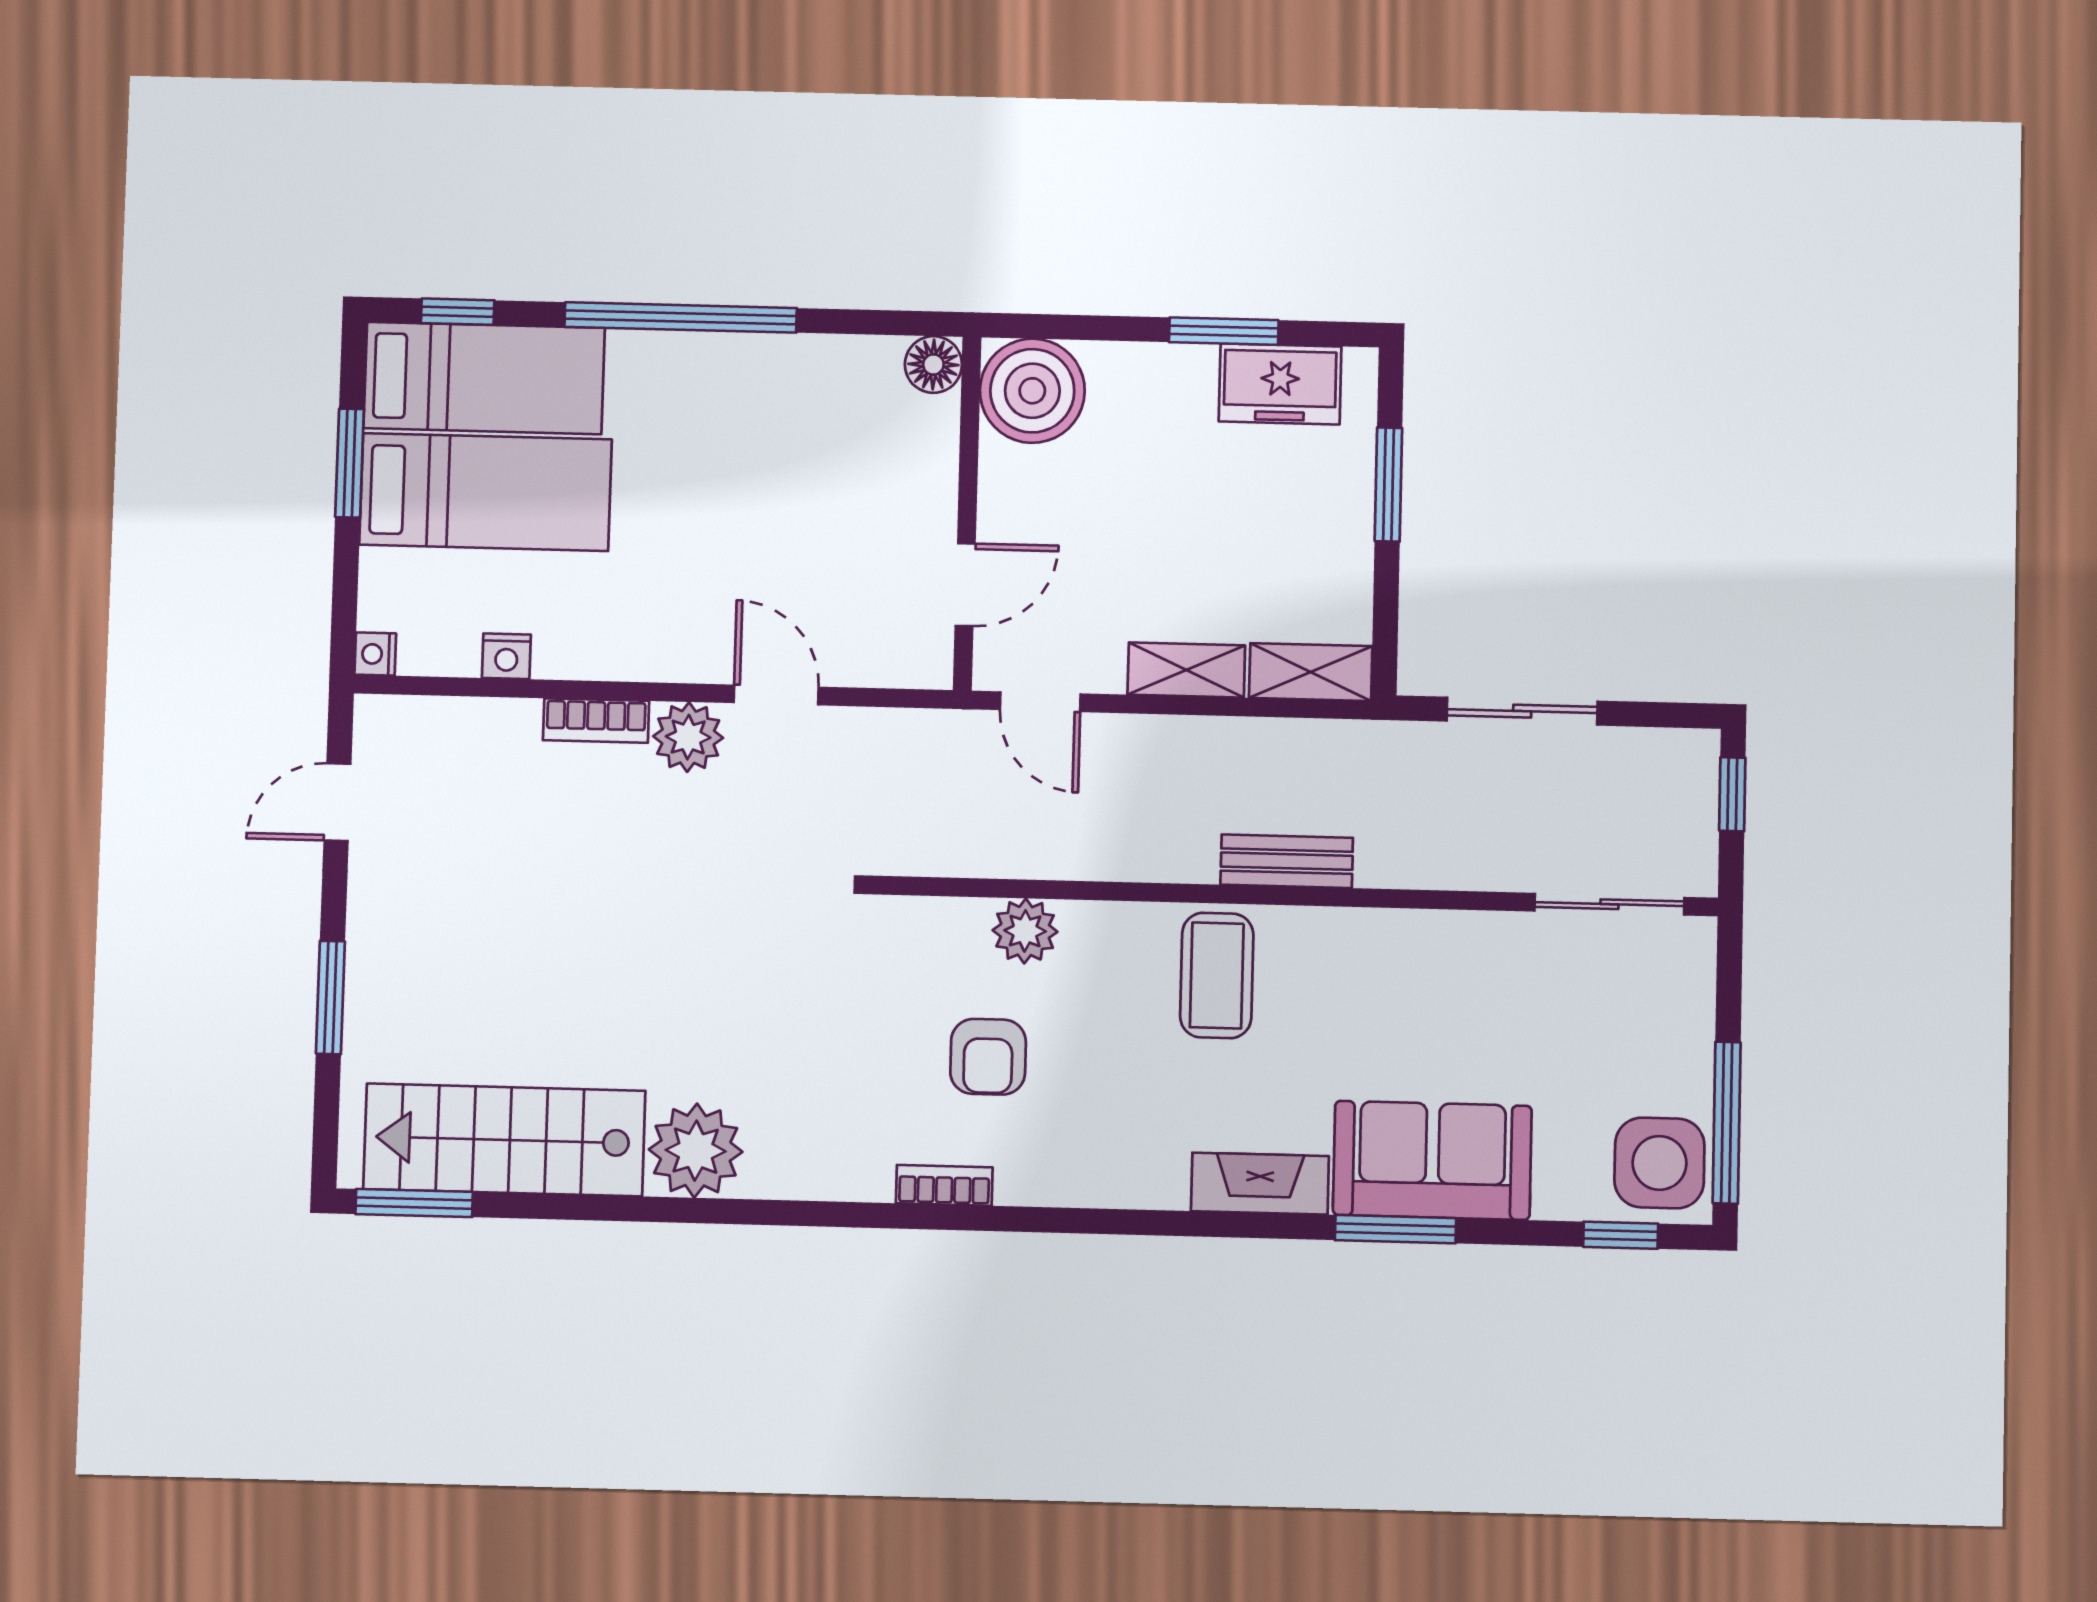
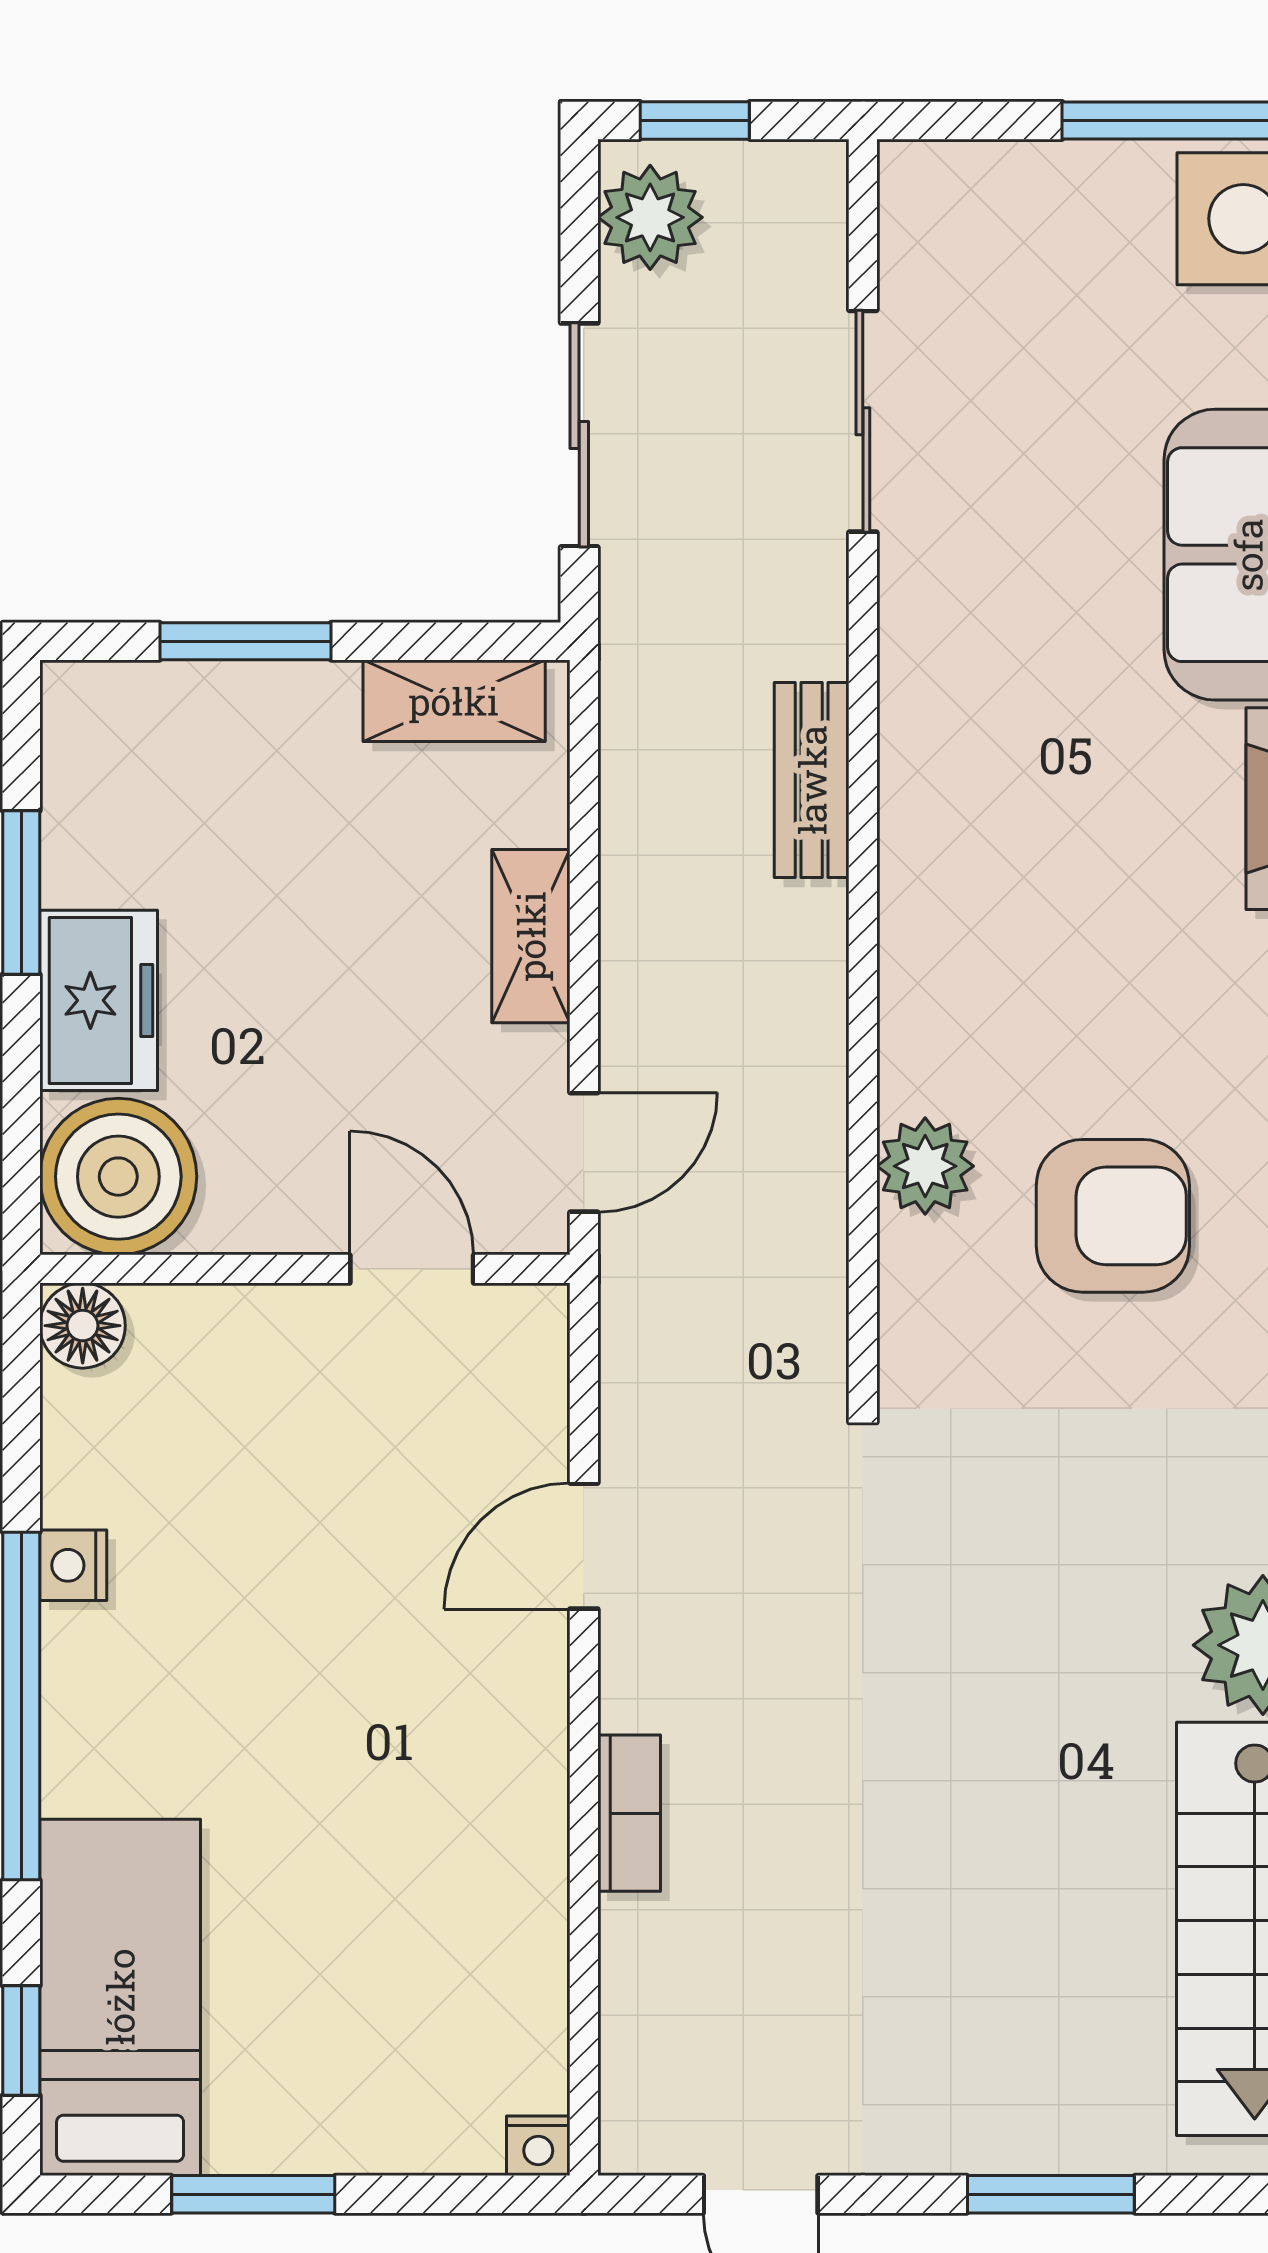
freezer: (1280, 384) -> (99, 1000), moved
bed: (486, 492) -> (291, 1989), removed
nightstand: (506, 656) -> (73, 1565), moved, turned 180
shelving: (1311, 672) -> (454, 701), moved, turned 90
plant: (688, 737) -> (650, 217), moved
sliding door: (1609, 904) -> (863, 421), moved
coffee table: (1217, 975) -> (984, 880), removed
armchair: (988, 1057) -> (1113, 1216), width x1.38, depth x1.38

